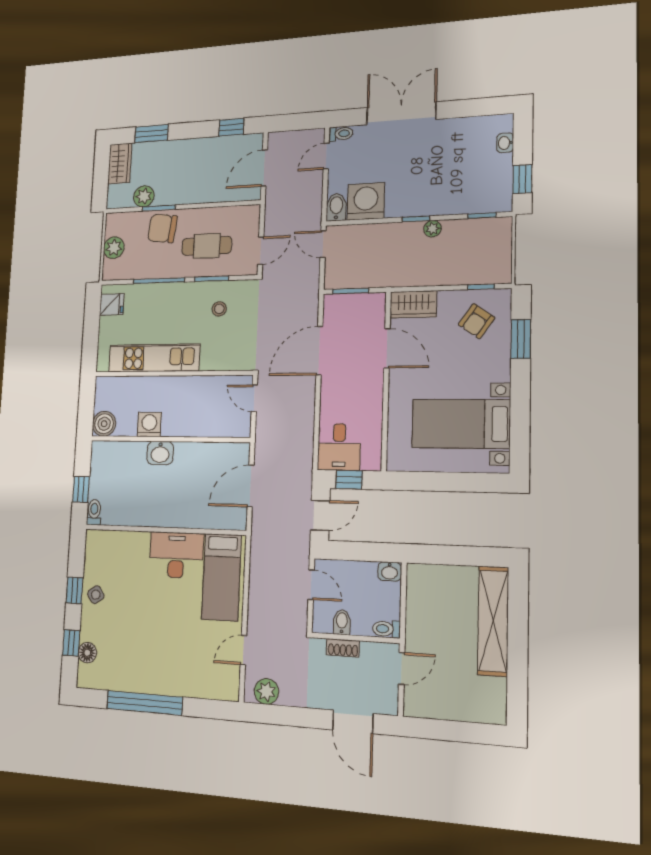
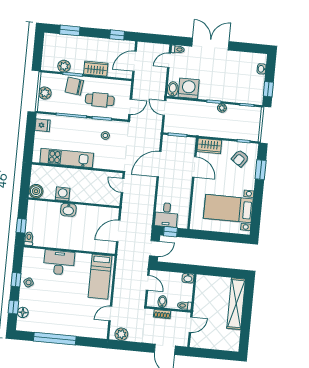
wardrobe: (120, 164) -> (96, 69), moved, turned -90
desk: (176, 555) -> (59, 263), moved

